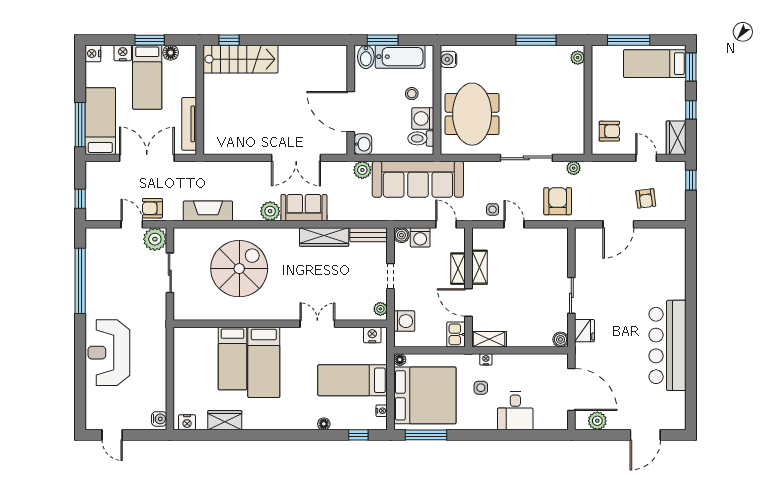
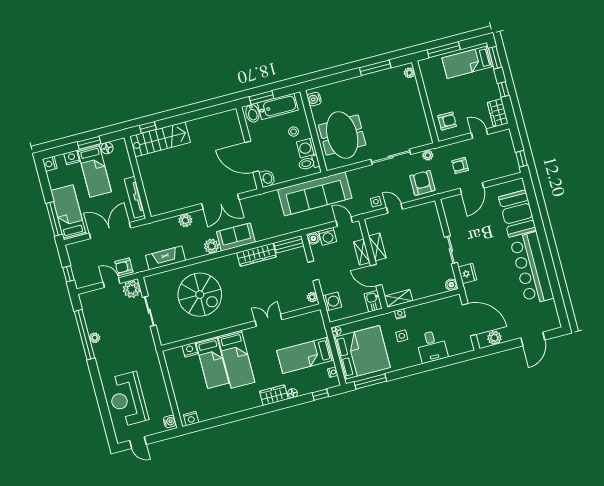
plant: (362, 170) -> (185, 220), moved
window: (691, 180) -> (521, 159), moved
armchair: (646, 198) -> (460, 166), moved, turned 97
spiral stairs: (239, 269) -> (200, 295), turned 90
booth: (667, 271) -> (517, 214), added
plant: (92, 288) -> (95, 338), added
nightstand: (372, 335) -> (190, 350), moved
reception desk: (109, 353) -> (127, 399), moved
wardrobe: (225, 420) -> (274, 395), moved

